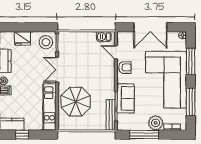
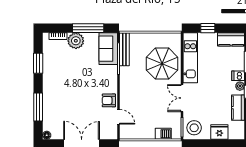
barbecue: (104, 37) -> (163, 134), moved
double door: (57, 70) -> (182, 98), swing flipped
corner sofa: (166, 80) -> (65, 87), removed
sofa: (126, 98) -> (108, 49), moved
window: (191, 102) -> (38, 63), width x0.69
window: (22, 135) -> (208, 28), moved

